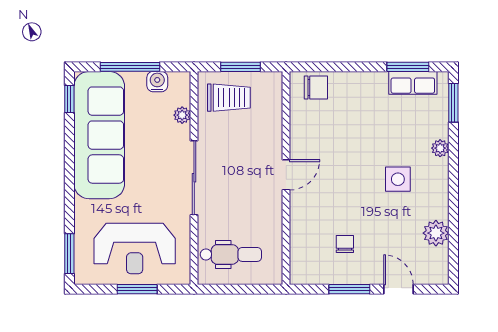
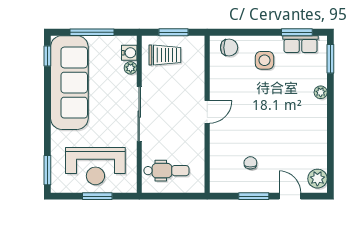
water cooler: (157, 82) -> (129, 53), moved, turned 90
side table: (398, 179) -> (264, 60), moved
plant: (436, 233) -> (317, 179), moved

